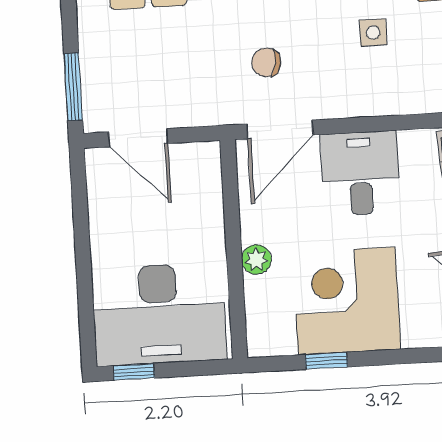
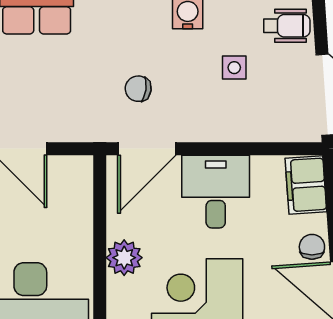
plant: (256, 259) -> (124, 258), width x1.38, depth x1.38

